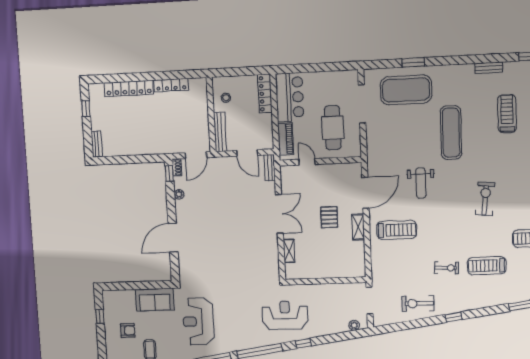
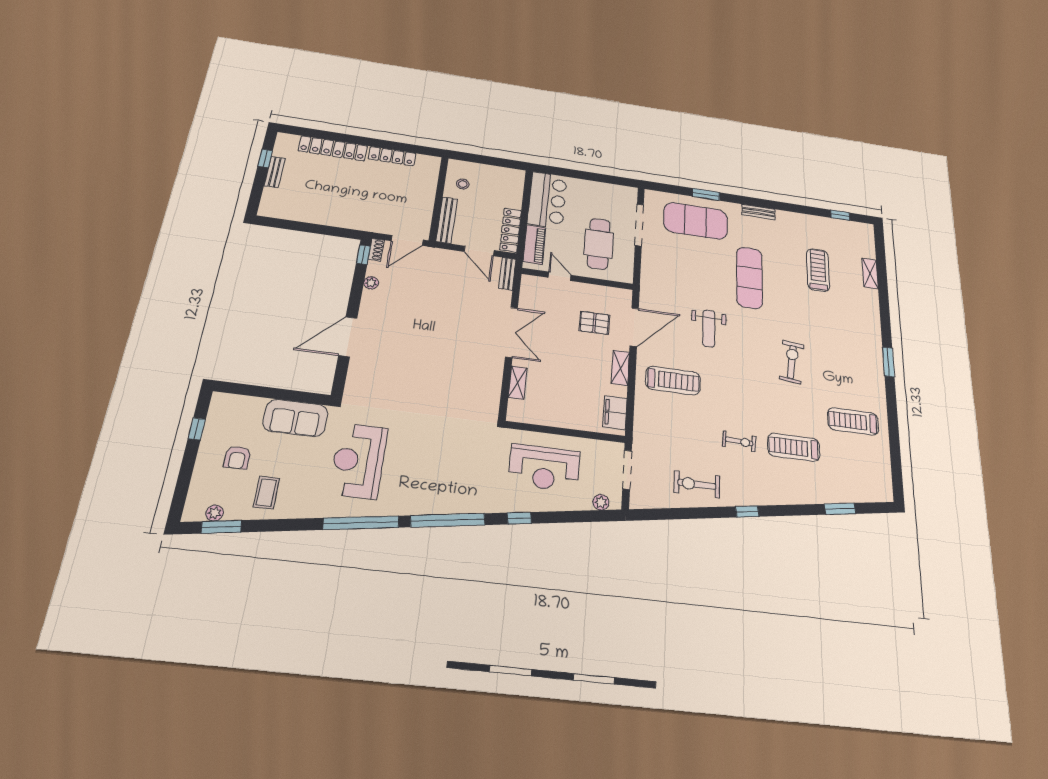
bench: (489, 68) -> (759, 212), moved
locker: (265, 94) -> (511, 230), moved
bench: (97, 144) -> (275, 172), moved
pallet: (329, 217) -> (594, 323), moved, turned 90
filing cabinet: (358, 261) -> (615, 413), added
reception desk: (285, 315) -> (544, 468), moved, turned 180
armchair: (128, 331) -> (237, 457), turned 90

